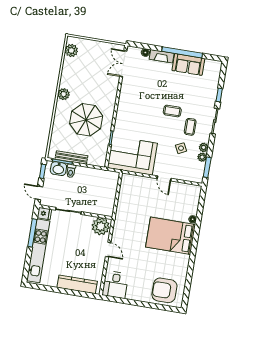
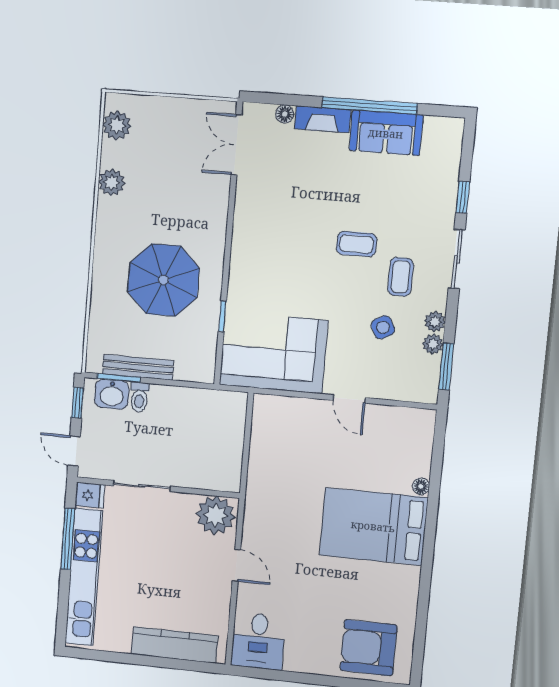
plant: (64, 94) -> (112, 182), moved

